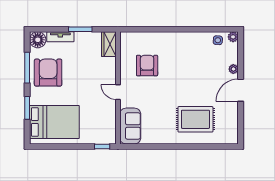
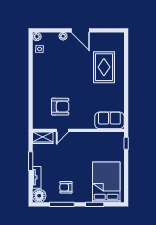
armchair: (147, 66) -> (60, 107), turned 180
armchair: (48, 73) -> (66, 187), width x0.53, depth x0.53
door: (118, 92) -> (62, 130), moved

